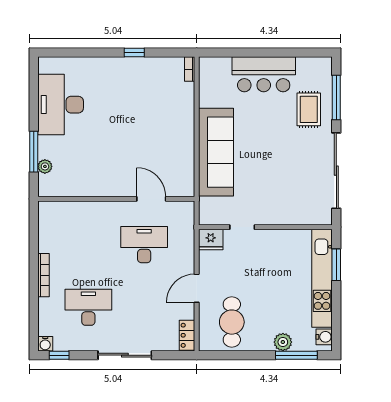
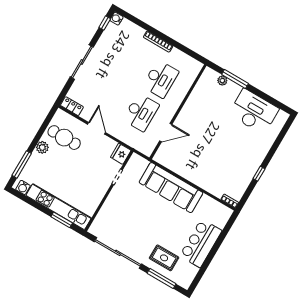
desk: (88, 307) -> (160, 79), moved
plant: (283, 342) -> (42, 147), moved

